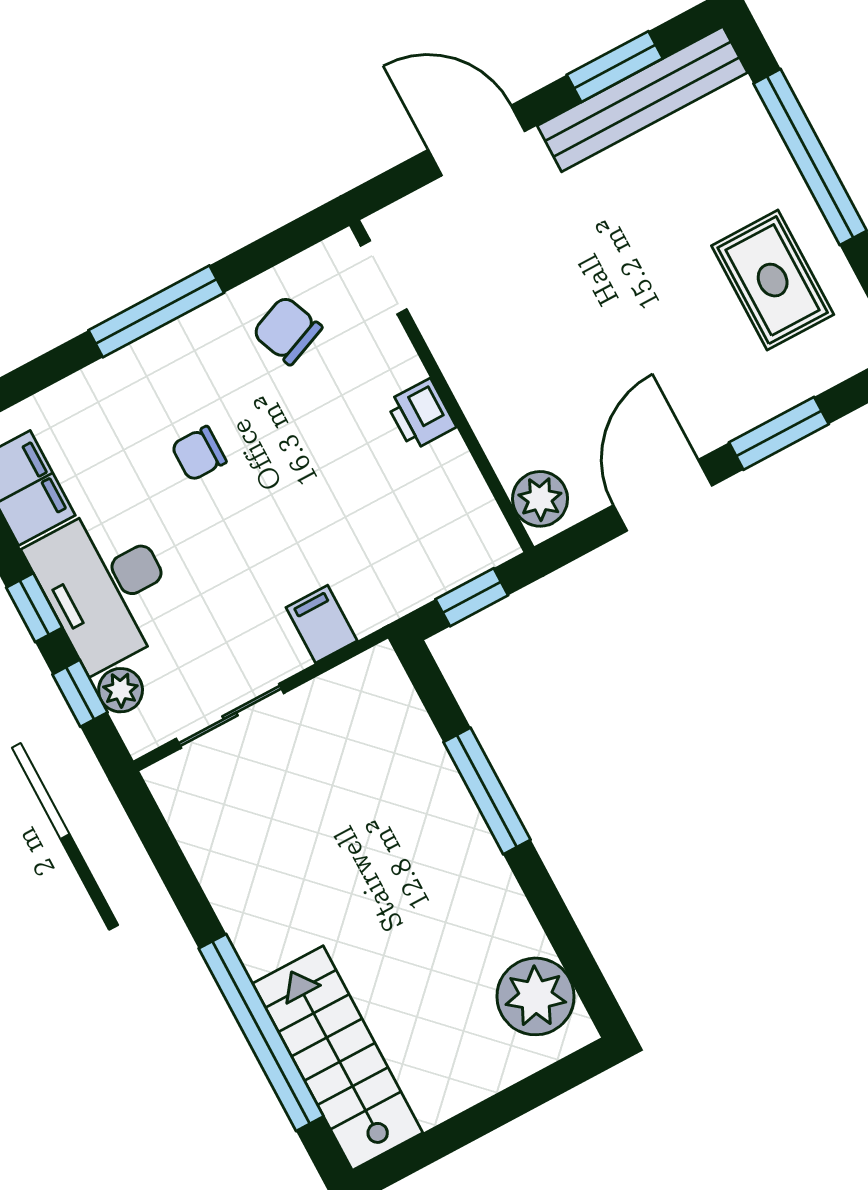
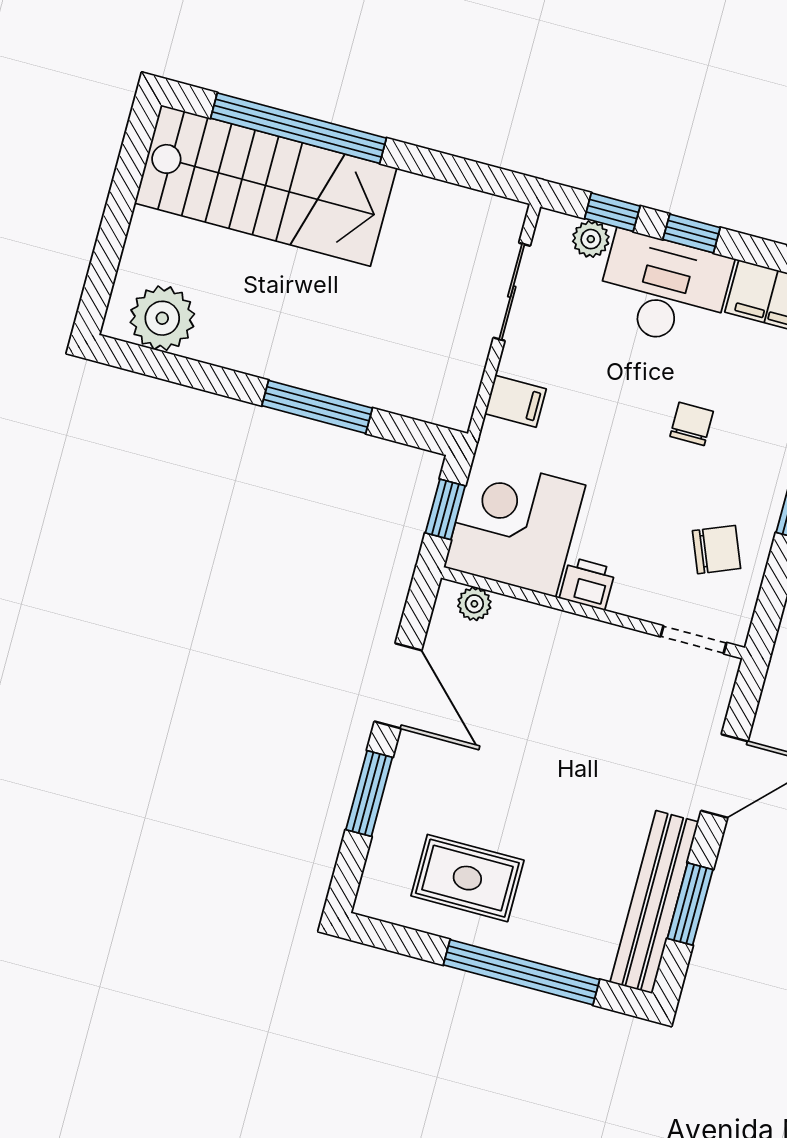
plant: (540, 499) -> (474, 604), width x0.73, depth x0.73
corner desk: (430, 524) -> (515, 526), added
stairs: (338, 1058) -> (266, 186), width x1.36, depth x1.51

